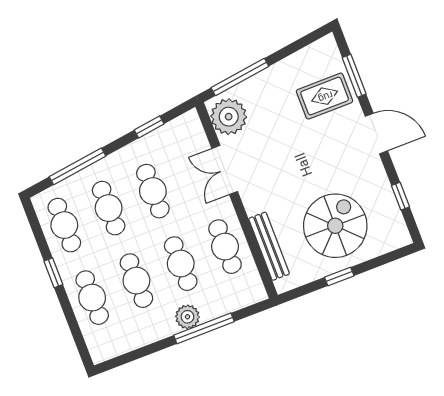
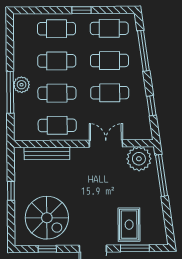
spiral stairs: (335, 226) -> (47, 218), moved

